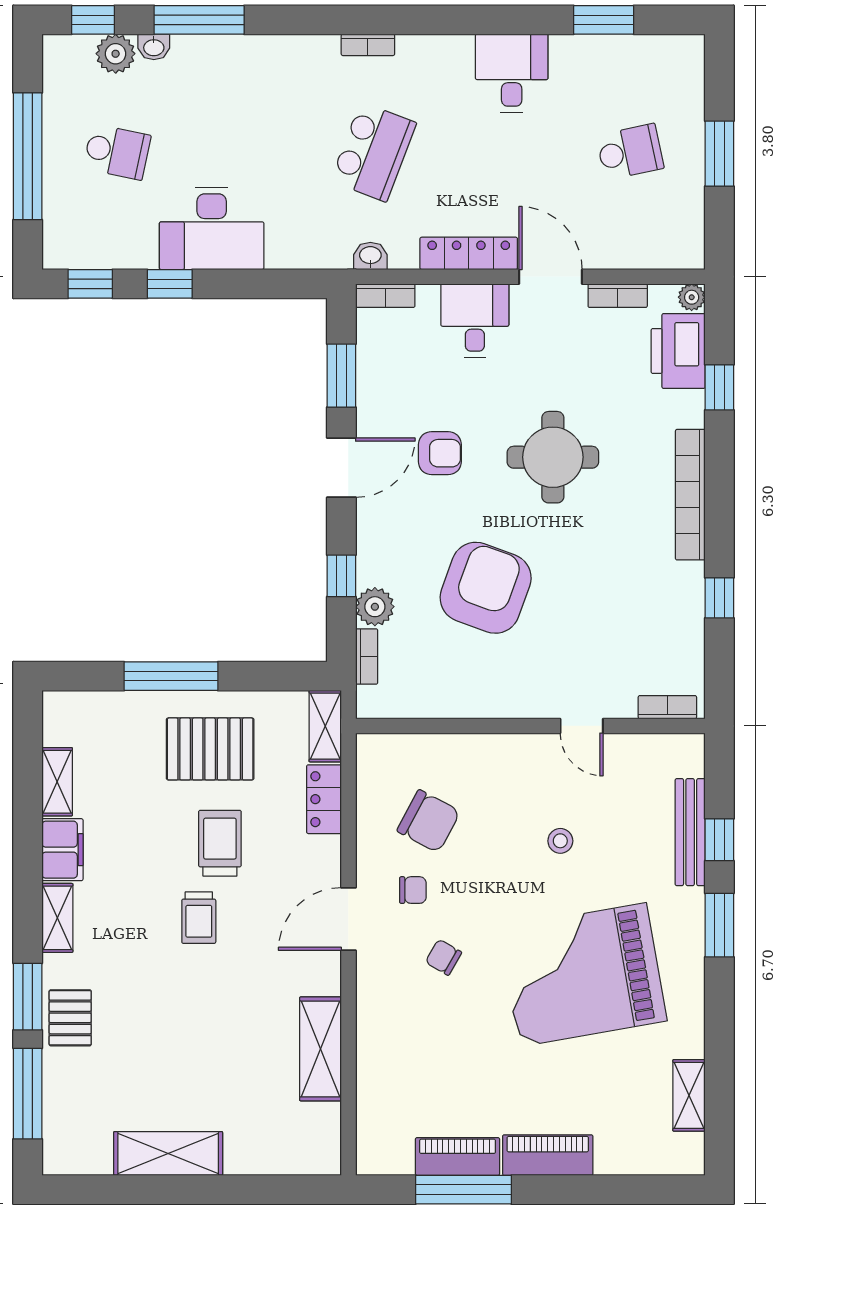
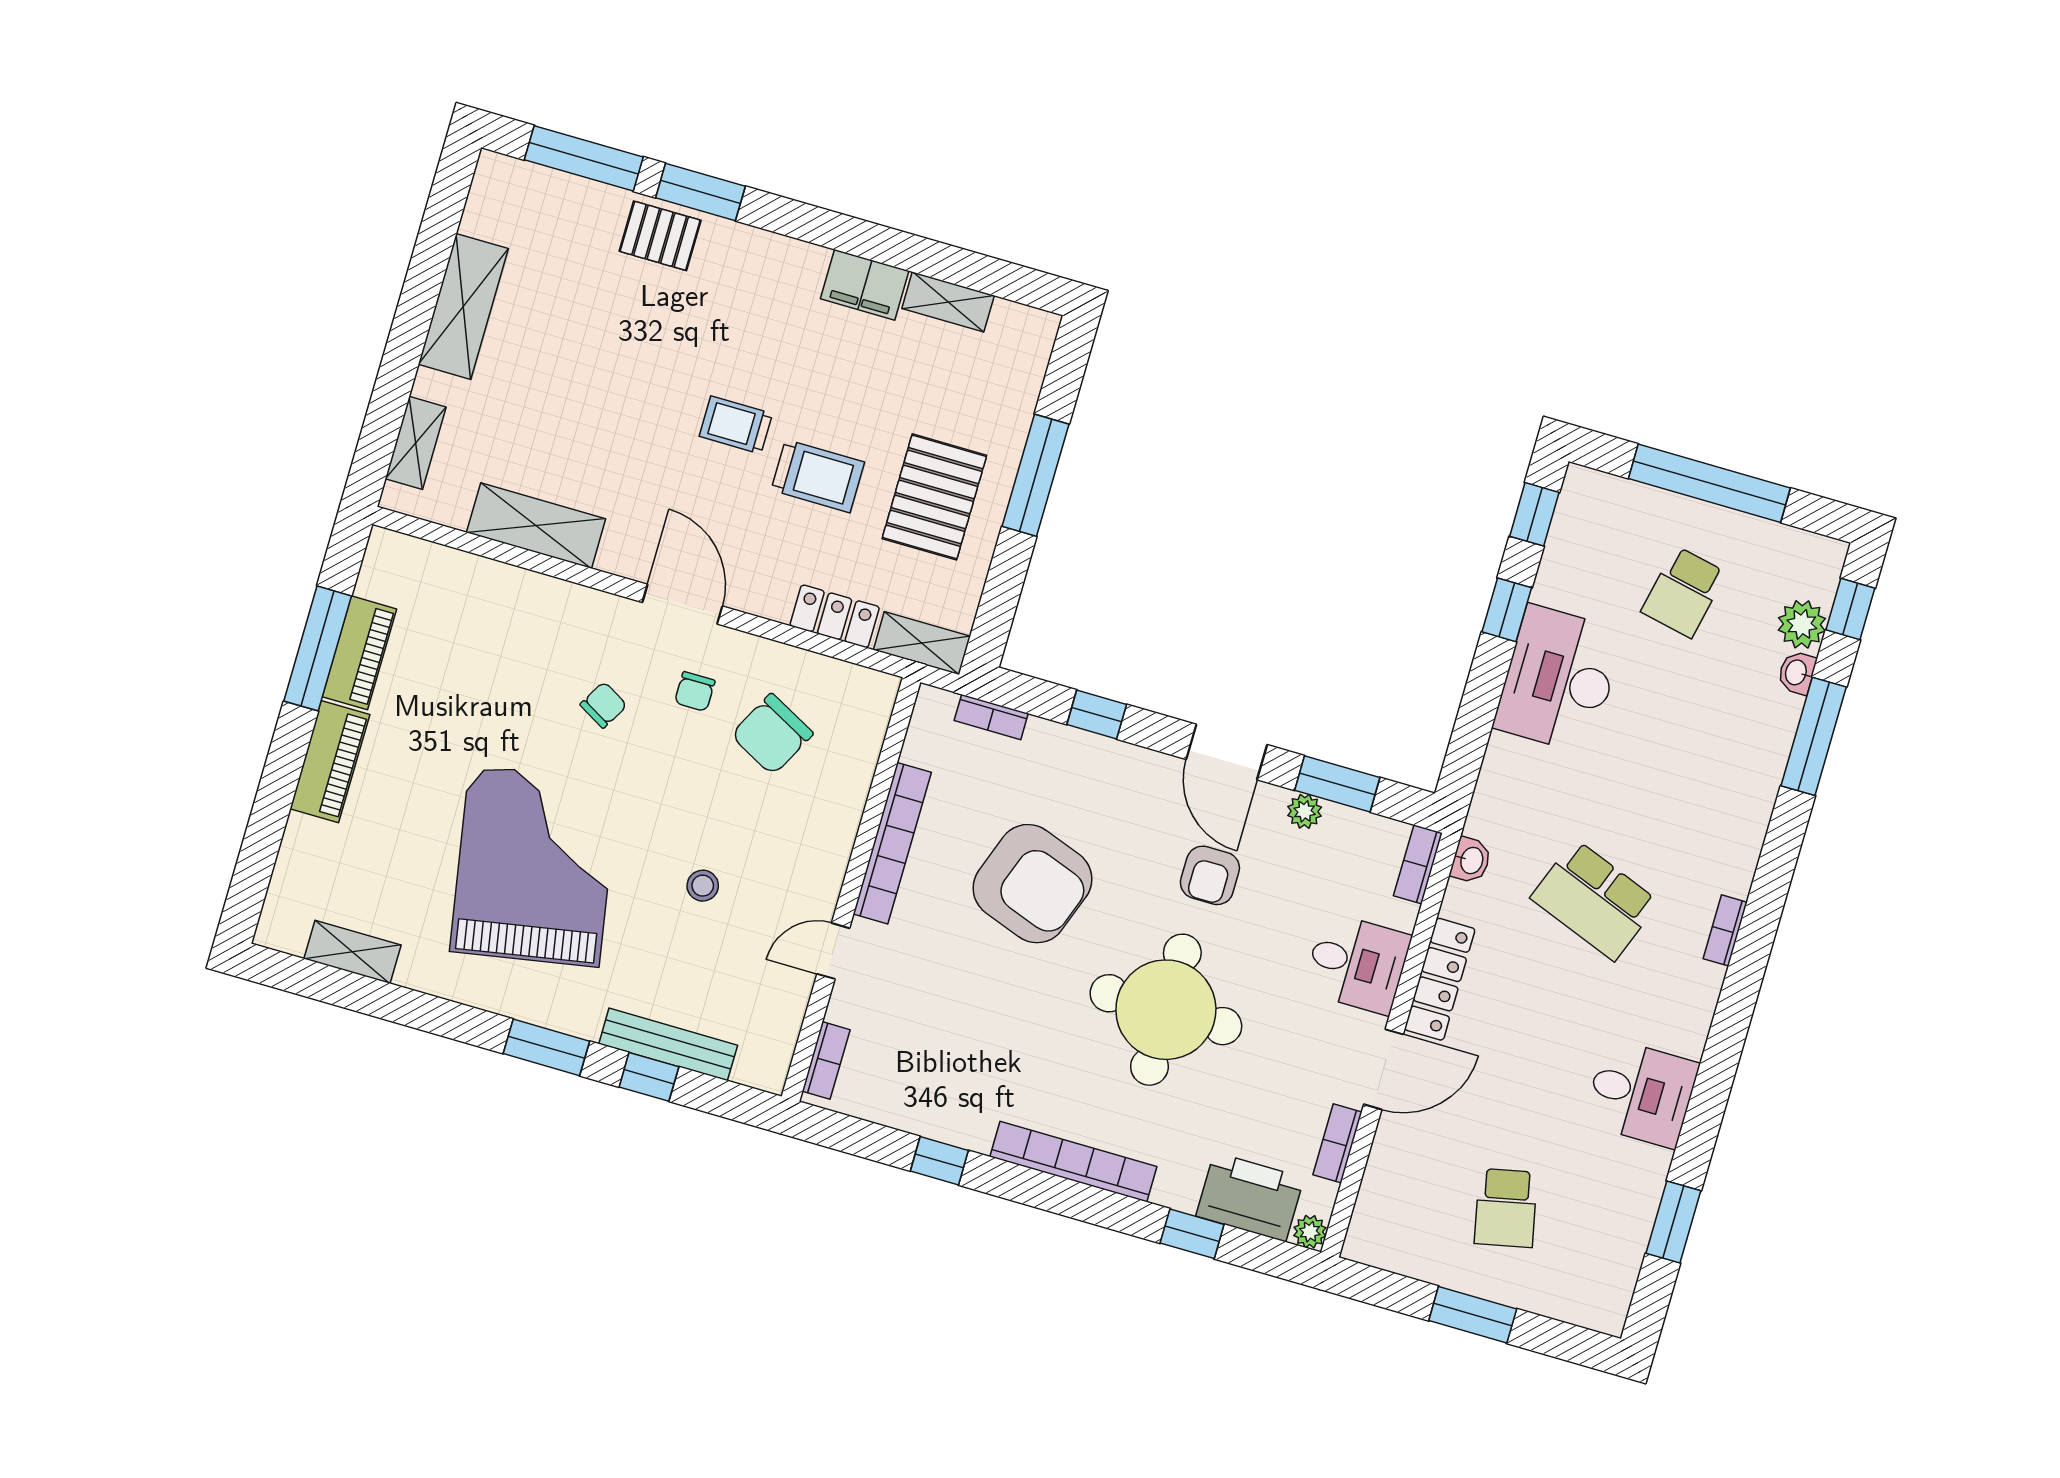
round table: (553, 457) -> (1166, 1010), width x1.36, depth x1.36
plant: (375, 607) -> (1305, 811), moved, width x0.73, depth x0.73
bookcase: (486, 704) -> (892, 843), added
shelving: (57, 918) -> (416, 443), moved, turned 90

